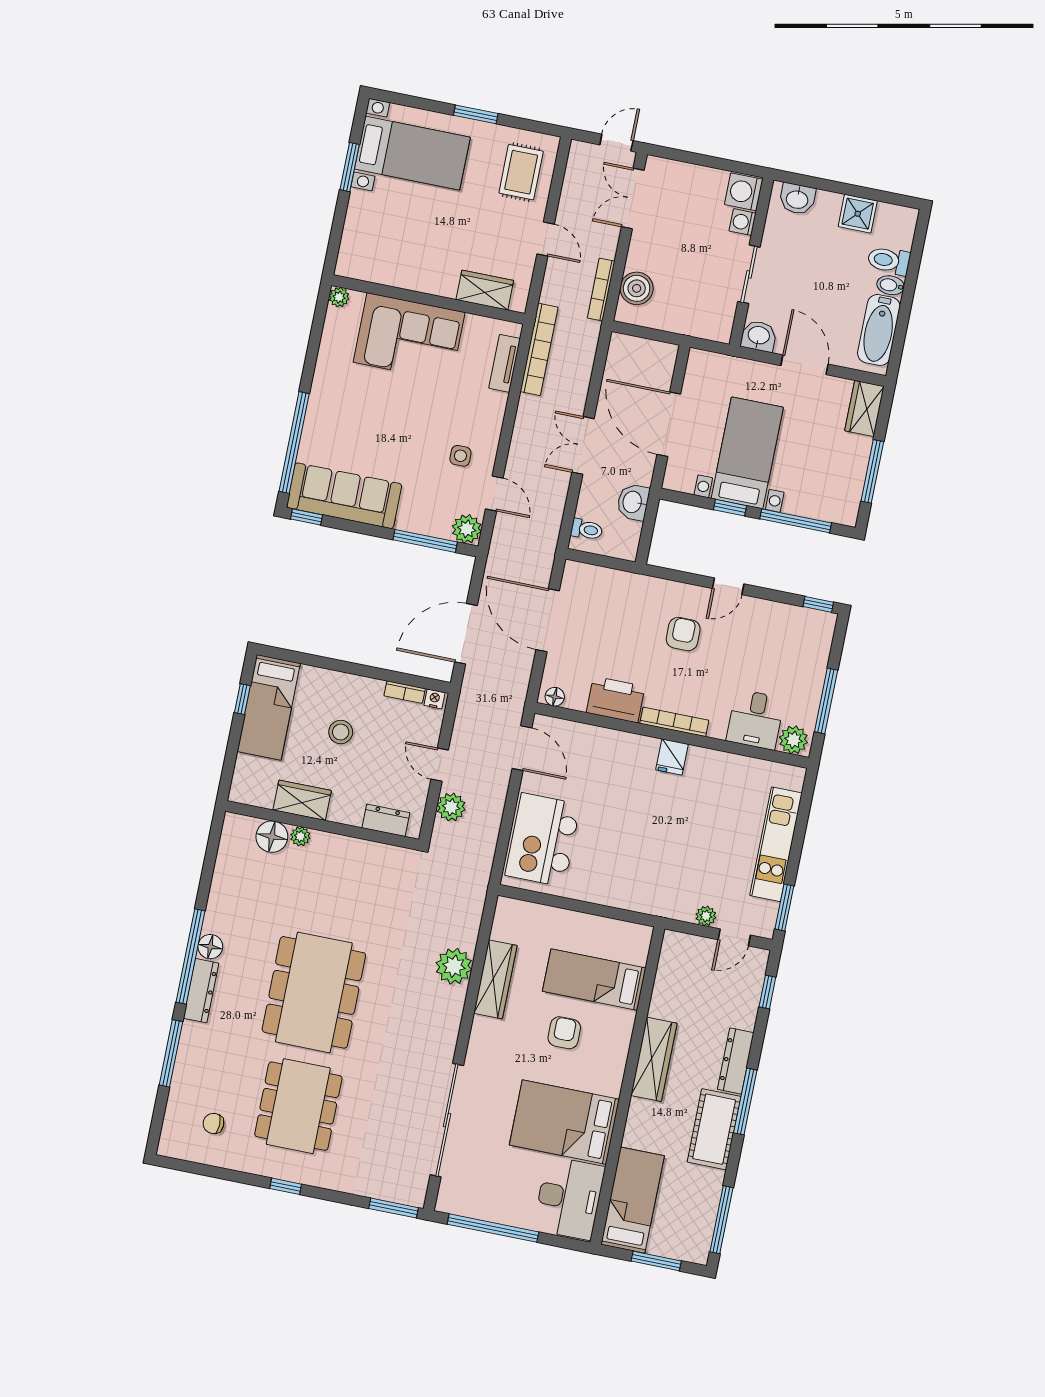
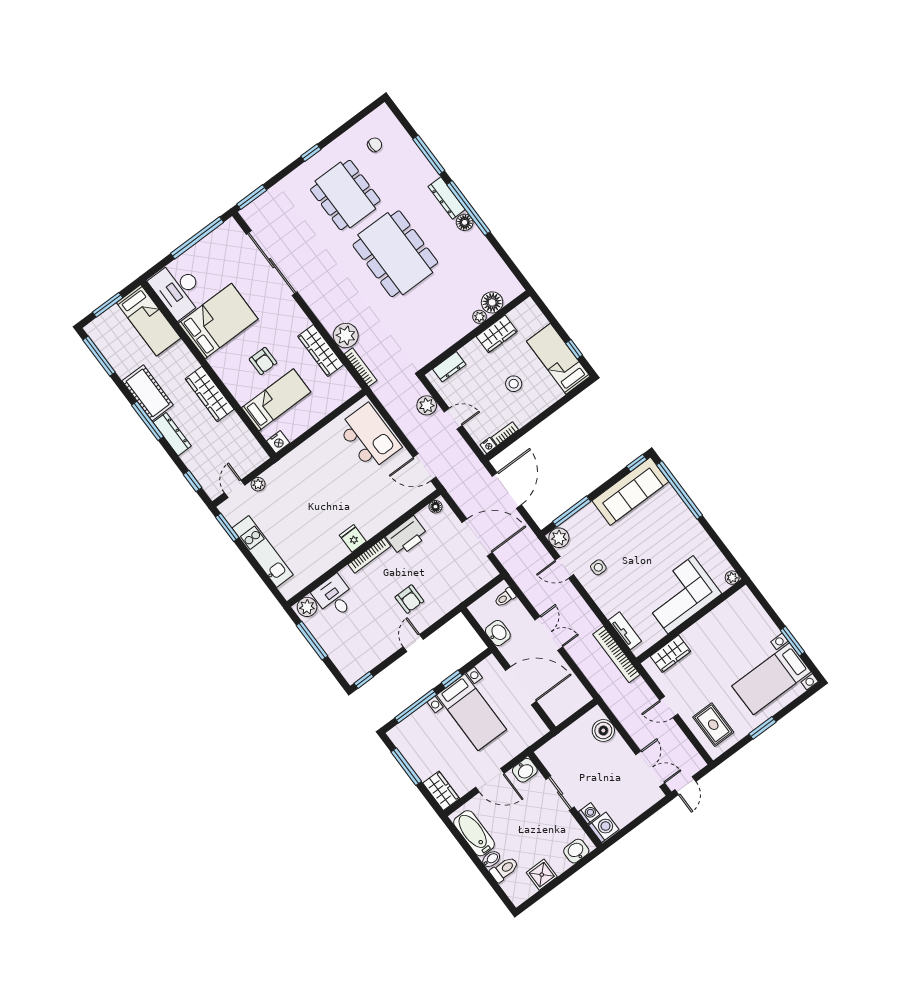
bookcase: (601, 290) -> (361, 367), moved
nightstand: (639, 936) -> (278, 442), added

